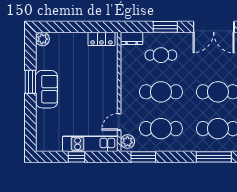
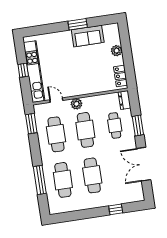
plant: (42, 39) -> (117, 51), moved
sofa: (47, 89) -> (88, 36), moved
plant: (127, 142) -> (76, 104), moved
kitchen unit: (90, 144) -> (34, 72), width x1.36

